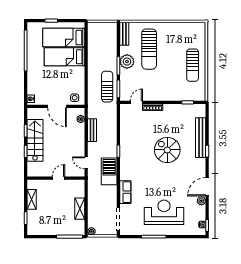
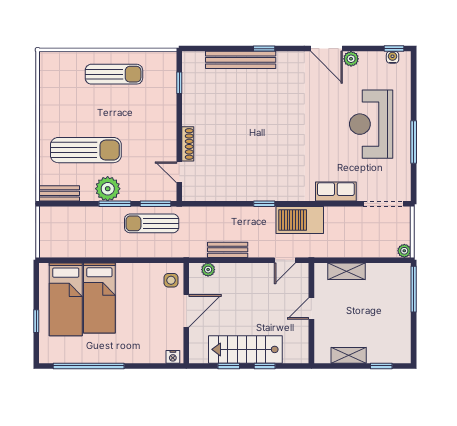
spiral stairs: (167, 150) -> (262, 118), removed
door: (58, 178) -> (311, 308), hinge flipped
shelving: (80, 209) -> (347, 271), moved

